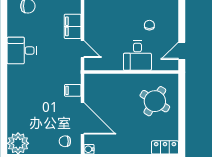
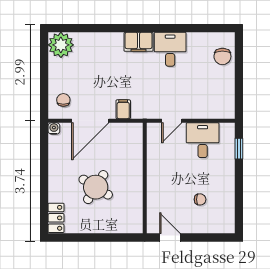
filing cabinet: (73, 26) -> (139, 42), moved, turned 180
desk: (137, 56) -> (203, 140), moved, turned 90
round table: (155, 101) -> (96, 187), moved

